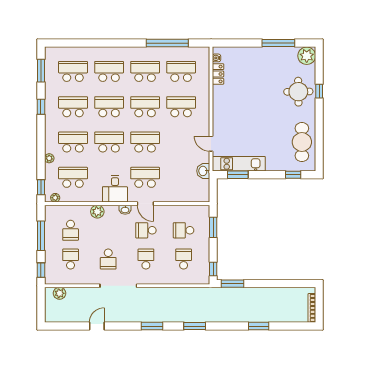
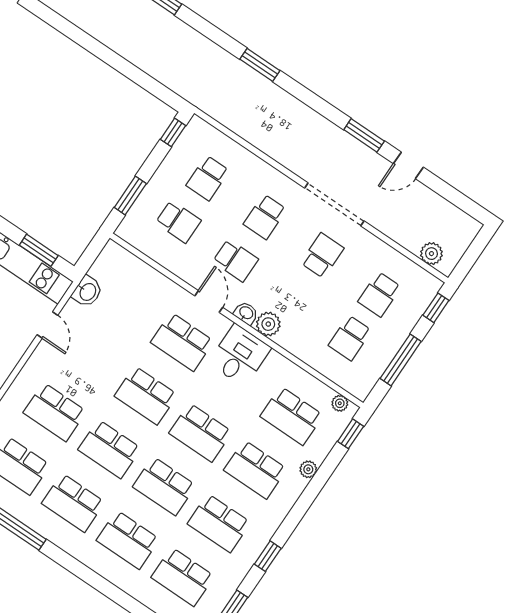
plant: (97, 212) -> (268, 324), moved
school desk: (71, 230) -> (350, 338), turned 180
window: (232, 284) -> (159, 90), removed
window: (152, 326) -> (364, 135), moved

